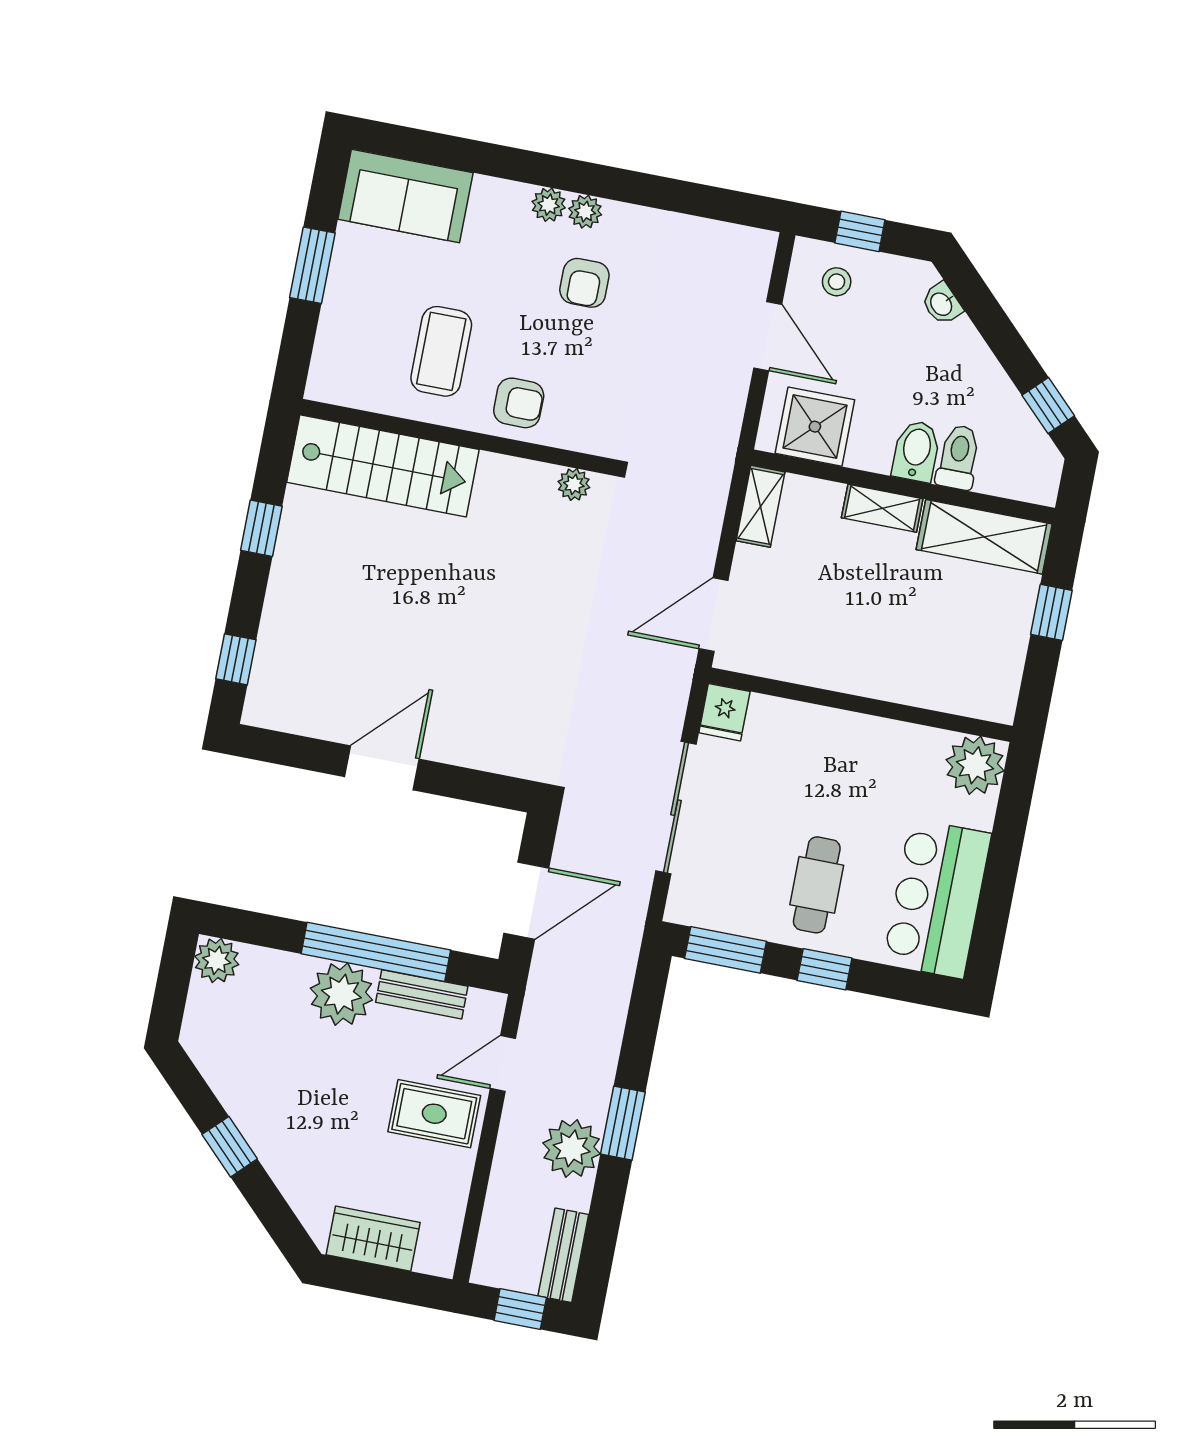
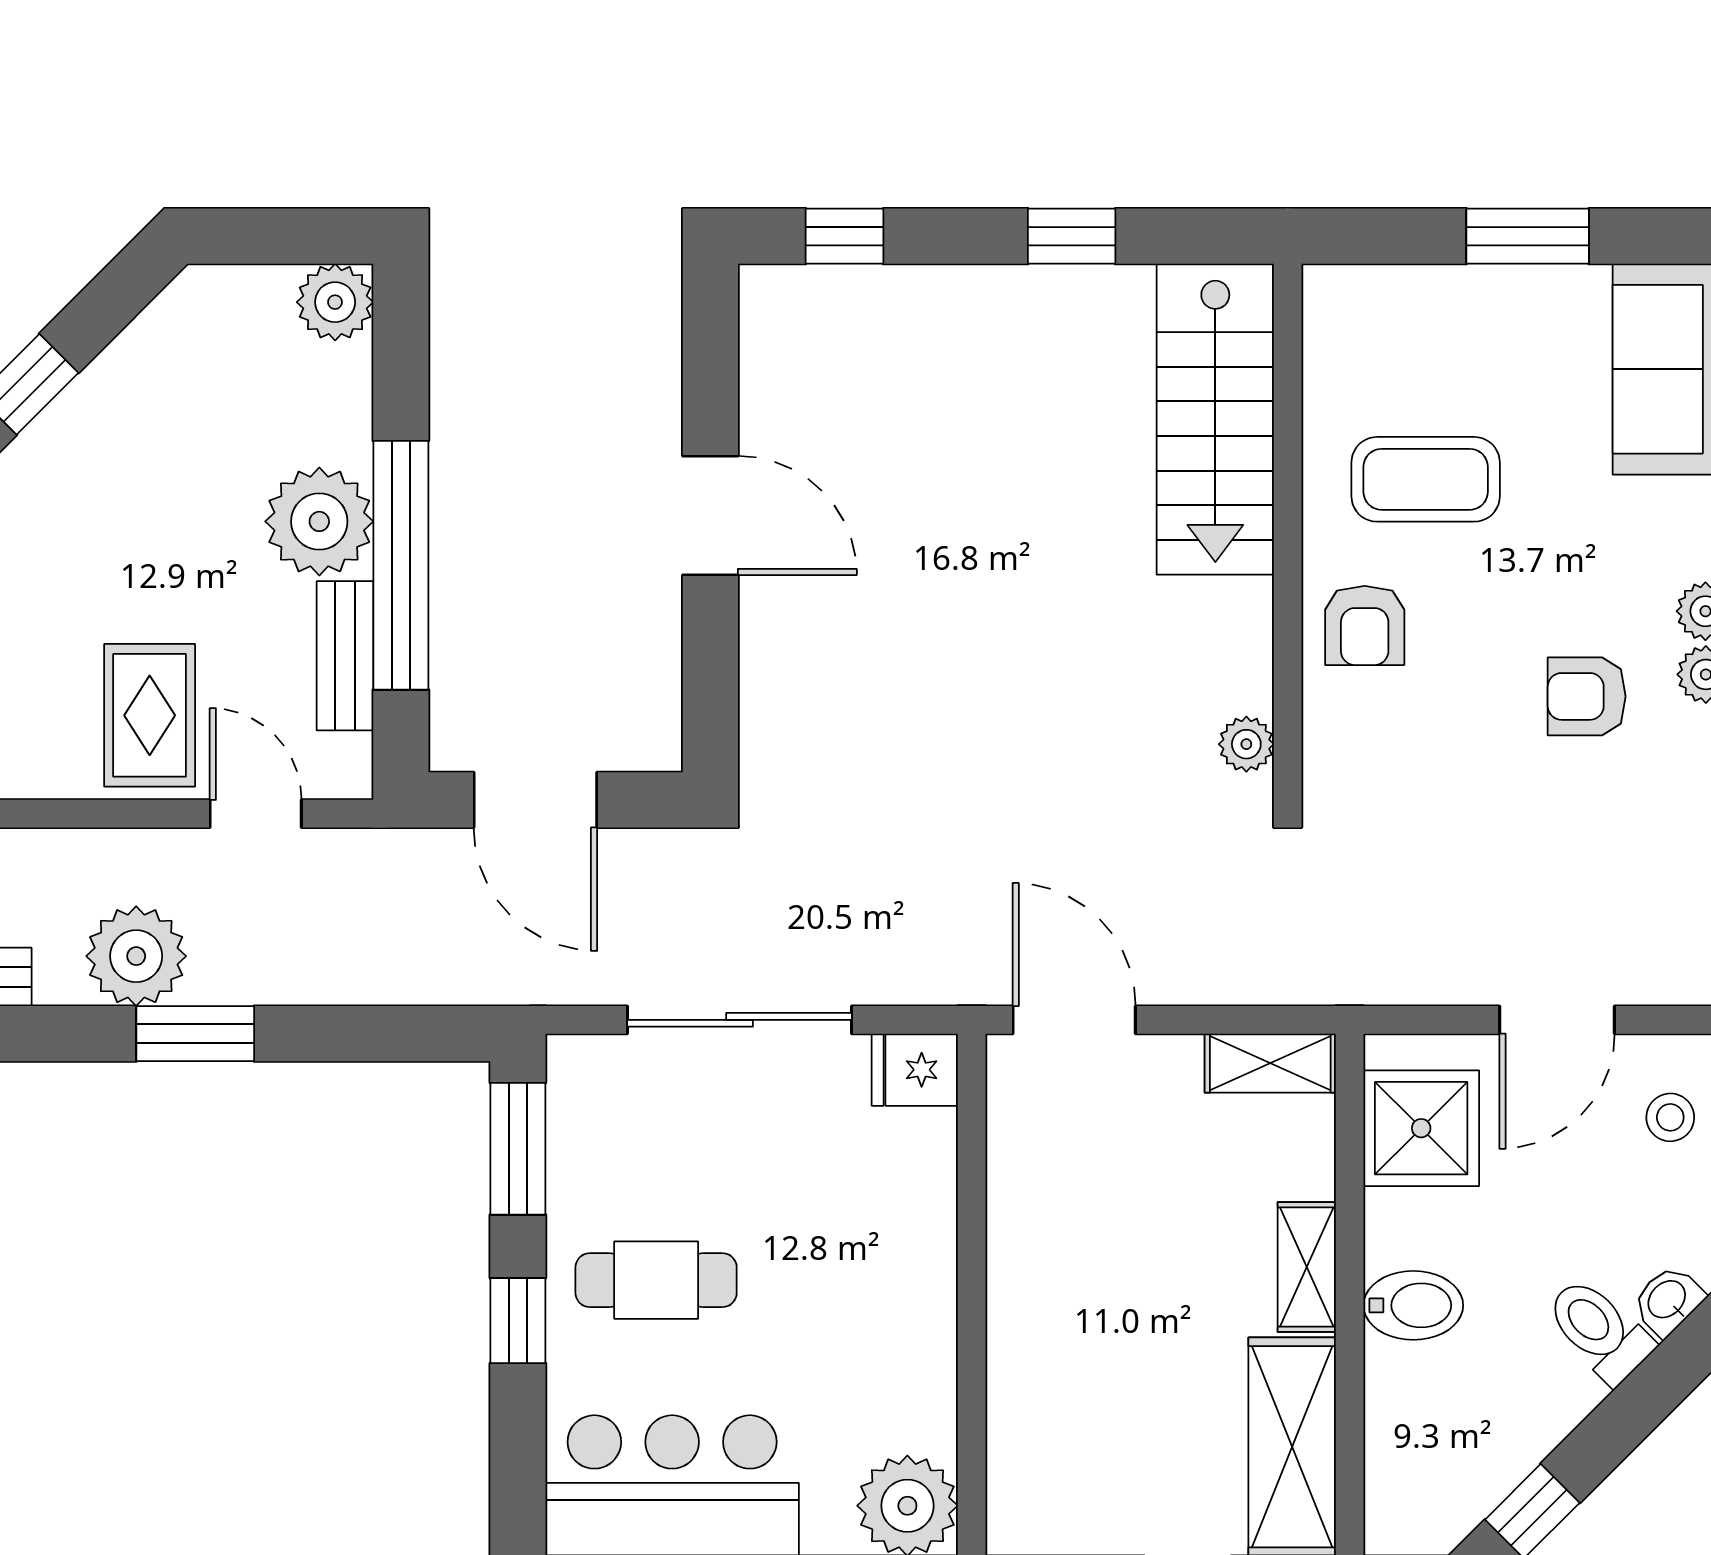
toilet: (958, 457) -> (1599, 1330), moved, turned -135

